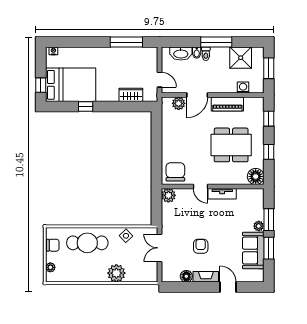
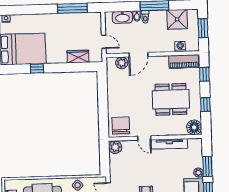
piano: (227, 104) -> (184, 62), moved
tv unit: (222, 194) -> (169, 144), width x1.41

